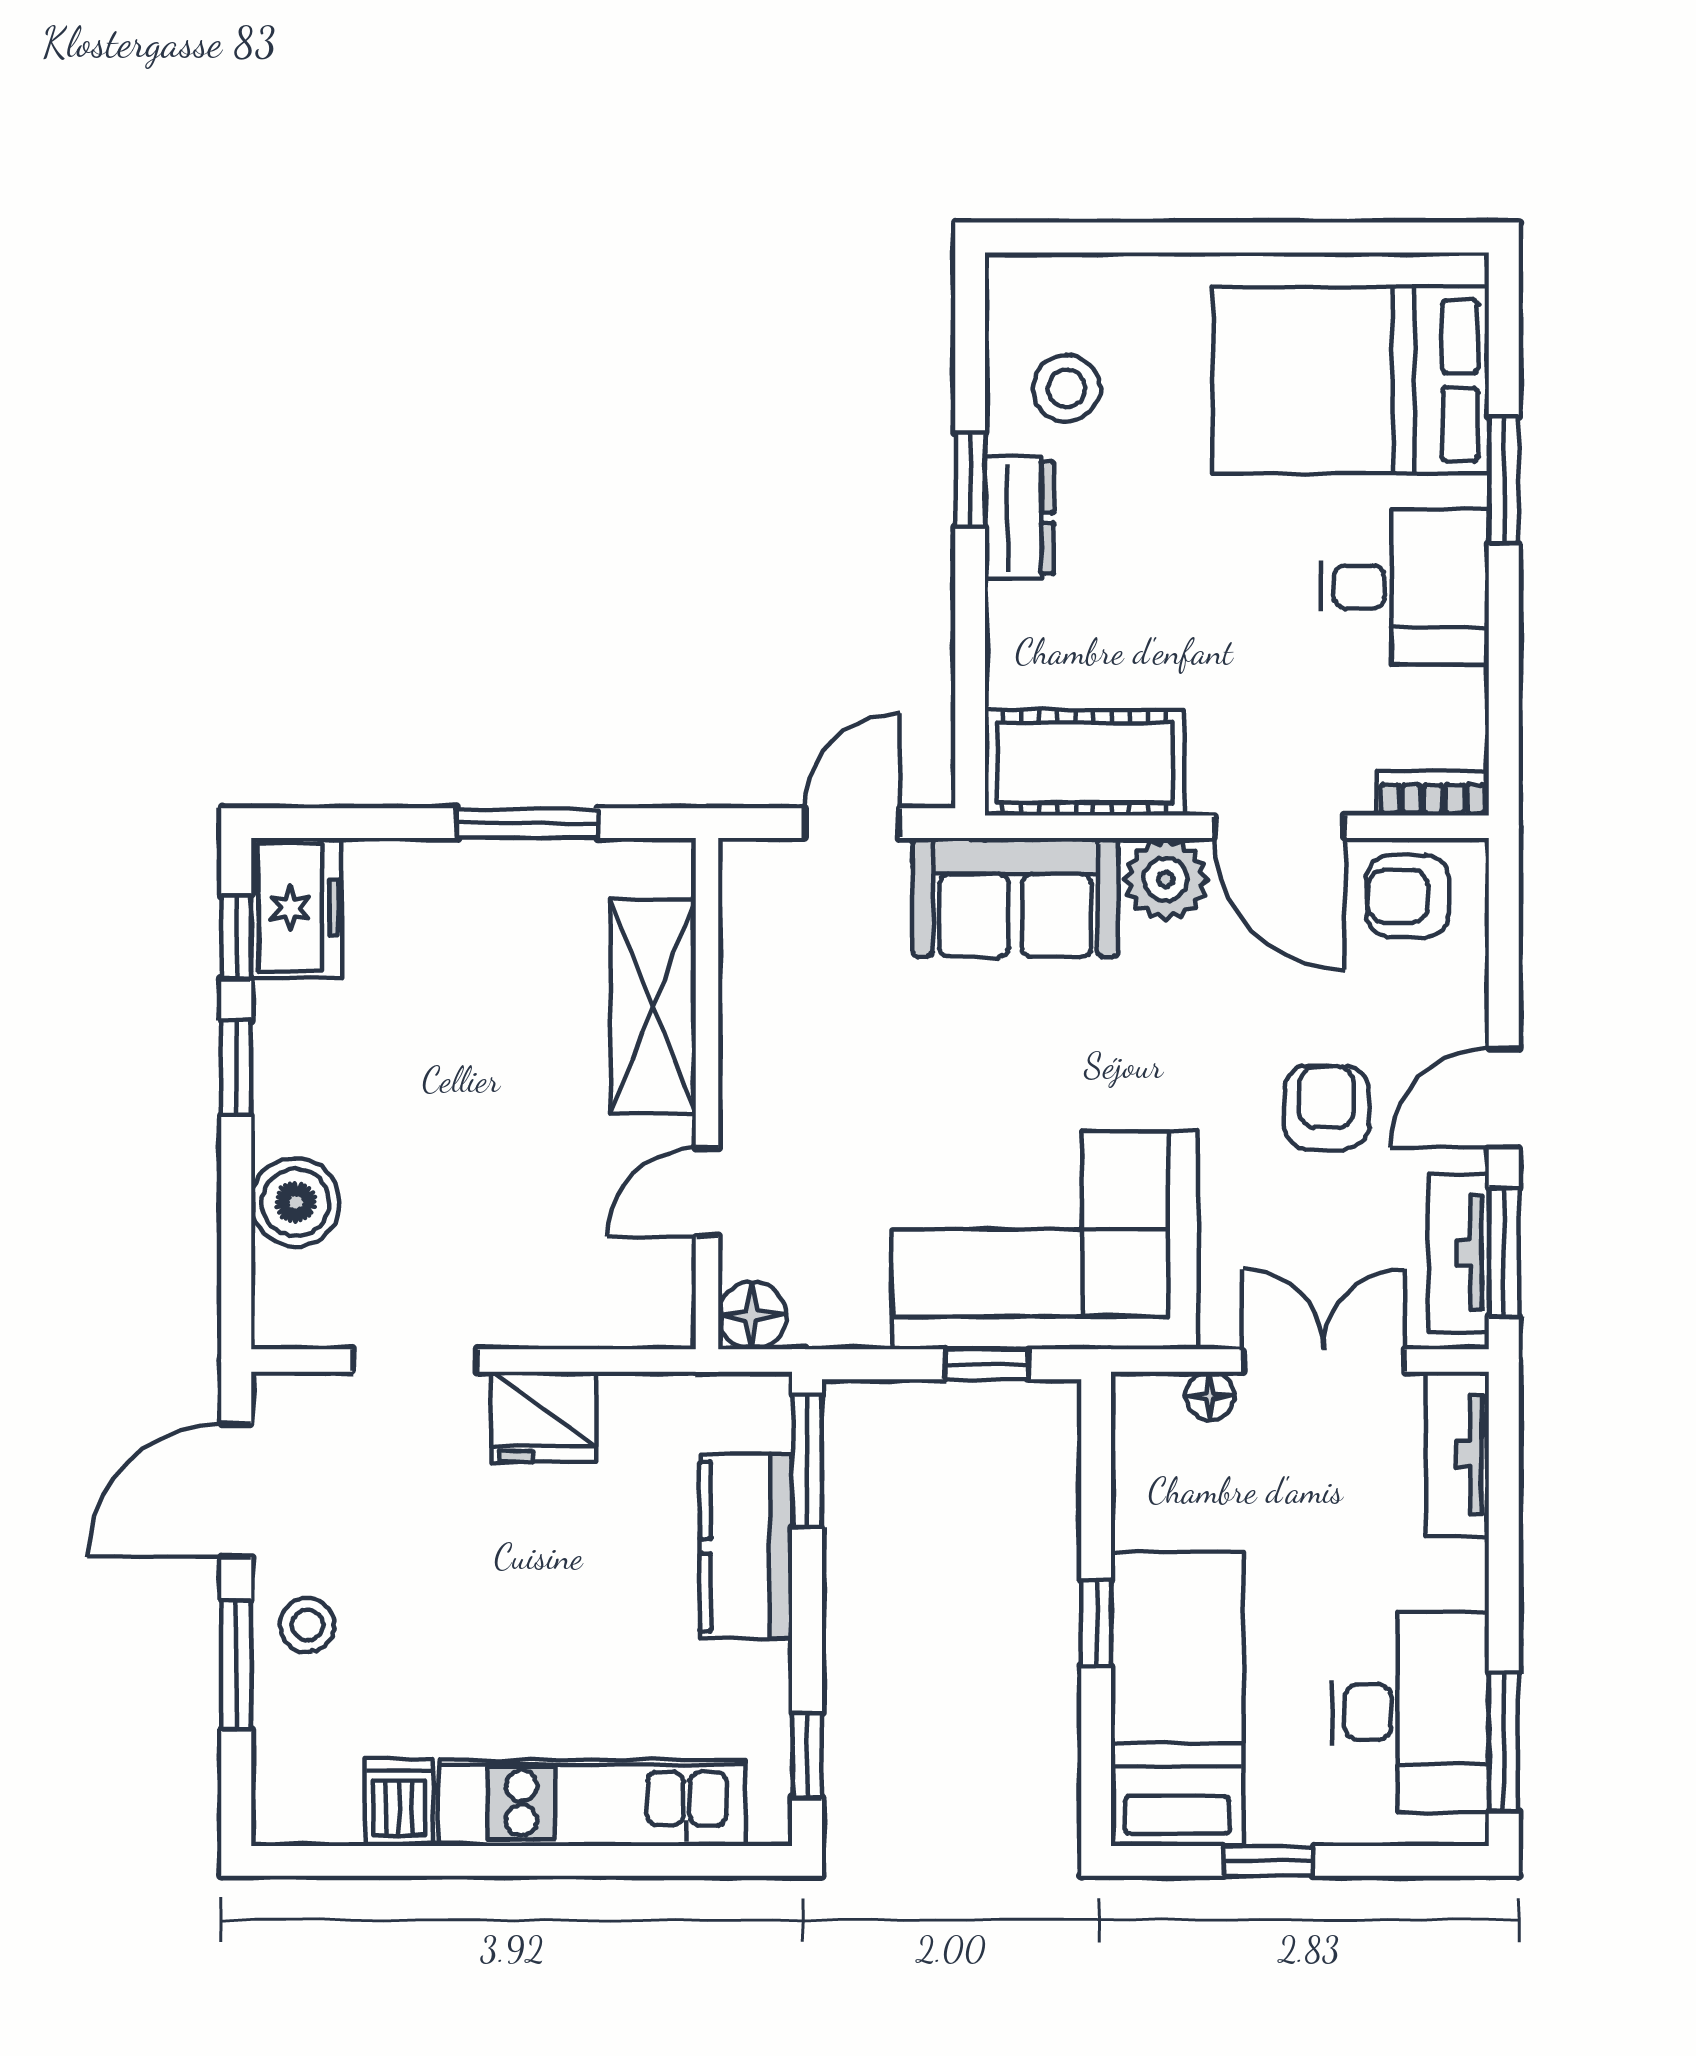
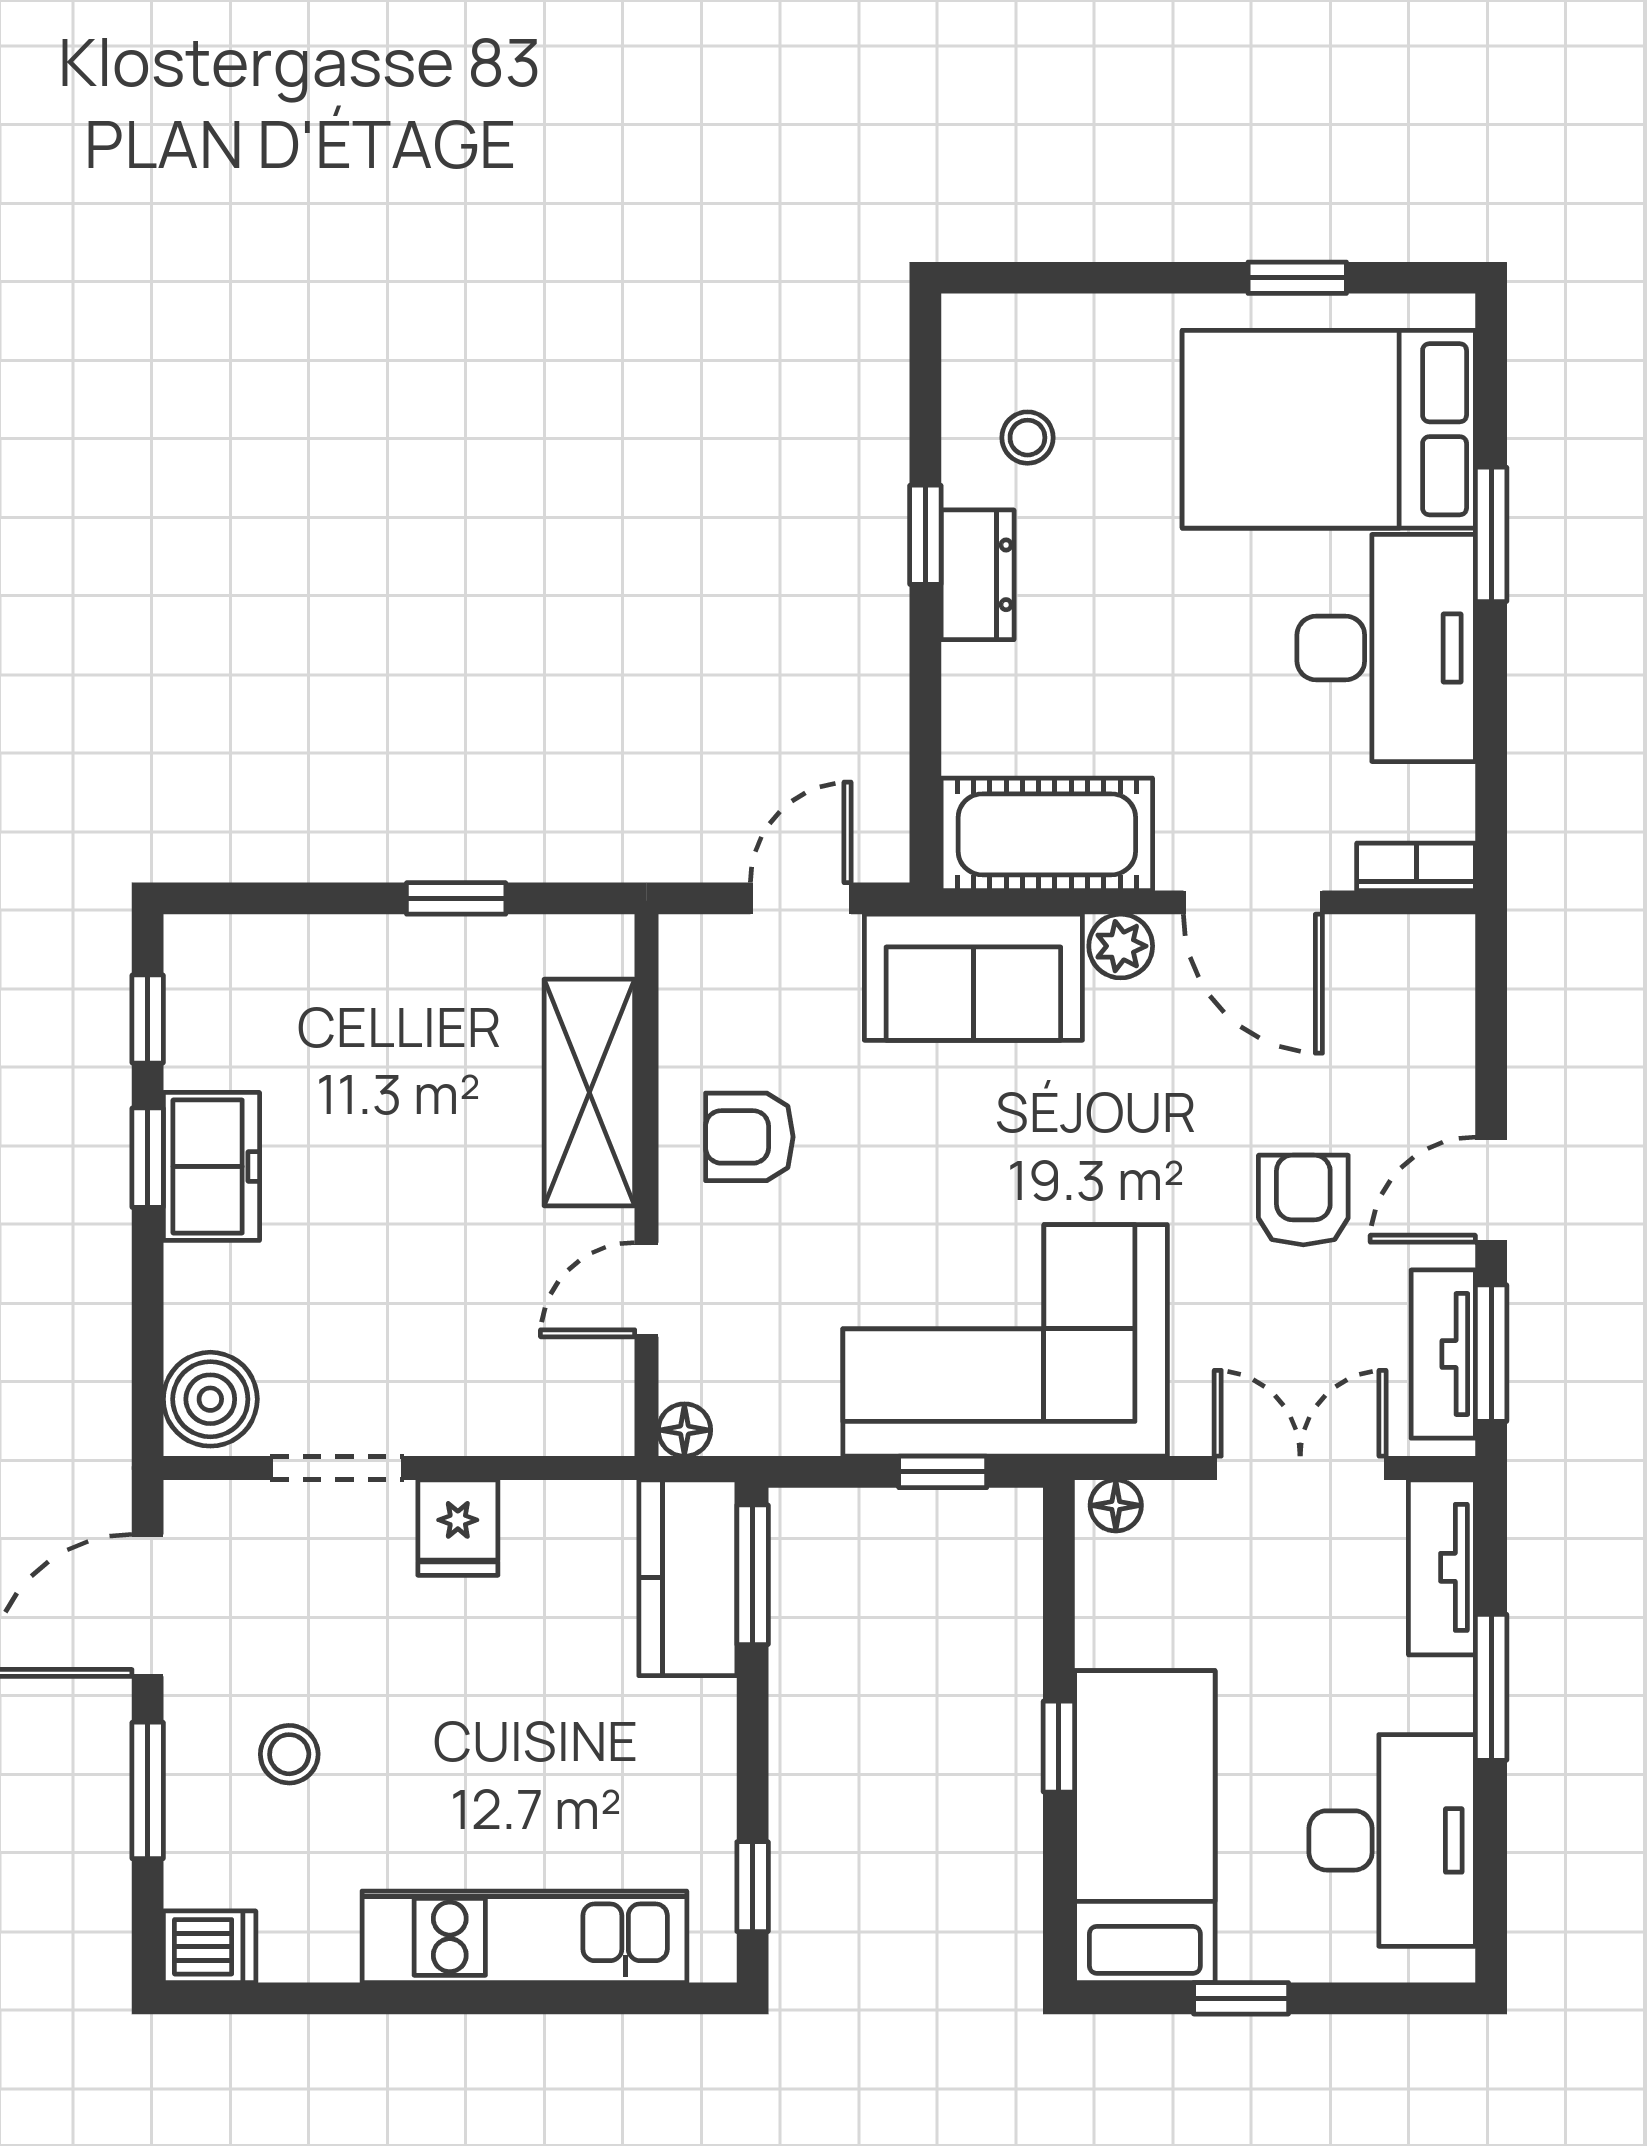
window: (1321, 238) -> (1297, 278), added
stool: (1066, 388) -> (1027, 438), width x0.73, depth x0.73
desk: (1405, 587) -> (1386, 648), width x1.37
window: (527, 823) -> (456, 898), width x0.67
plant: (1166, 879) -> (1121, 946), width x0.73, depth x0.73
armchair: (1408, 896) -> (749, 1137), moved
freezer: (296, 908) -> (211, 1166), moved
boiler: (295, 1202) -> (210, 1399), moved
floor lamp: (752, 1315) -> (684, 1430), width x0.73, depth x0.73
floor lamp: (1210, 1396) -> (1116, 1505), moved
fridge: (544, 1417) -> (458, 1528), width x0.72
kitchen counter: (746, 1546) -> (688, 1578), moved
stool: (307, 1625) -> (289, 1754), moved
window: (1504, 1742) -> (1491, 1687), moved
dishwasher: (399, 1802) -> (210, 1947), moved, turned 90

